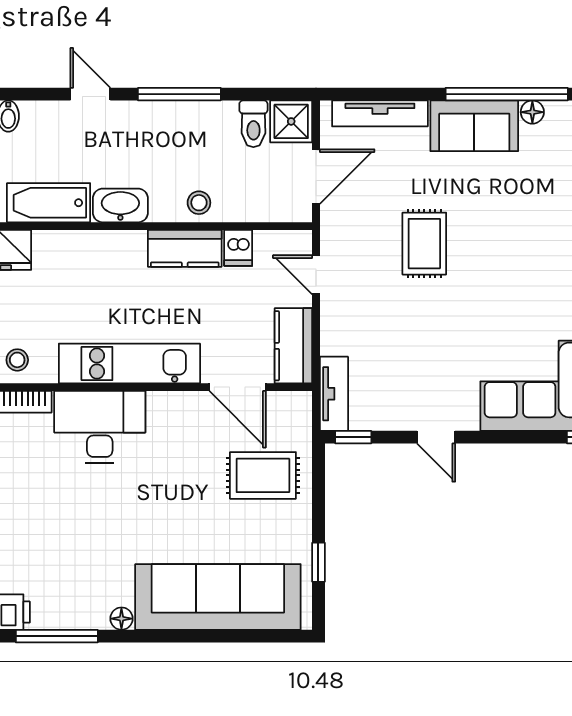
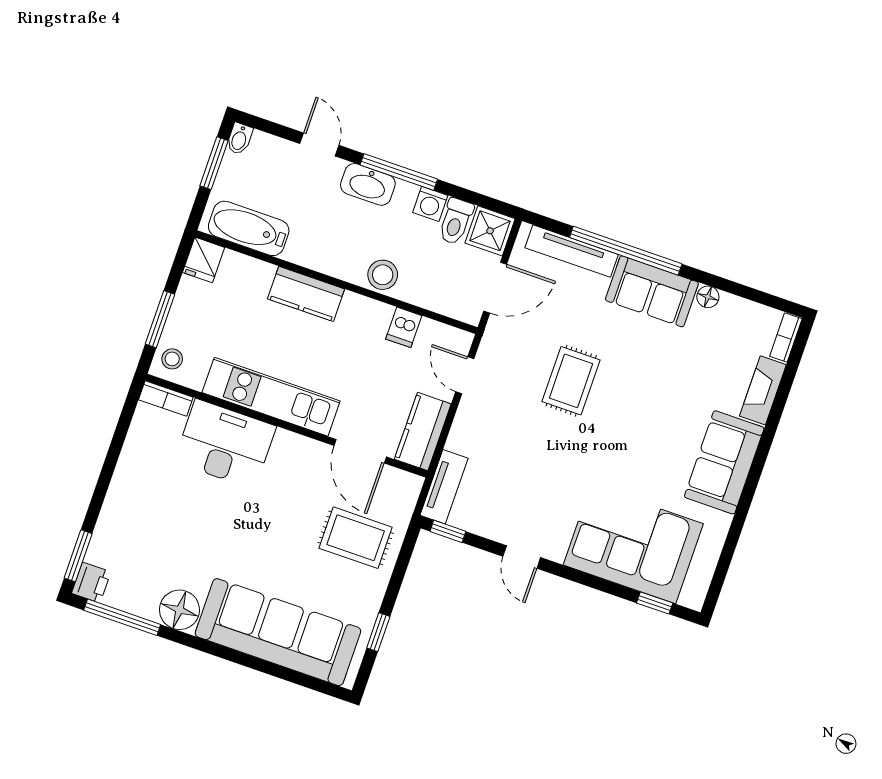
window: (507, 94) -> (626, 251), moved
washing machine: (222, 115) -> (430, 204), added
stool: (199, 203) -> (383, 275), width x1.37, depth x1.37
washbasin: (120, 205) -> (368, 184), moved, turned 180
kitchen counter: (185, 248) -> (306, 294), moved
floor lamp: (121, 619) -> (179, 610), width x1.89, depth x1.89

